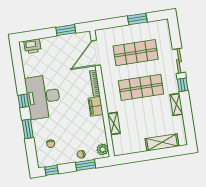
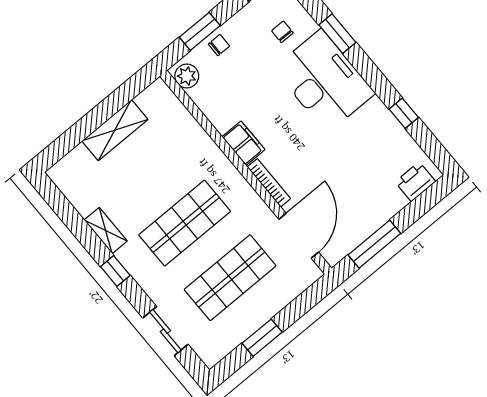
window: (66, 30) -> (374, 244), width x1.44
sliding door: (179, 61) -> (165, 331), moved
desk: (43, 97) -> (324, 81), moved
window: (23, 101) -> (404, 113), moved
shelving: (114, 124) -> (194, 132), removed
shelving: (162, 142) -> (115, 130), moved

